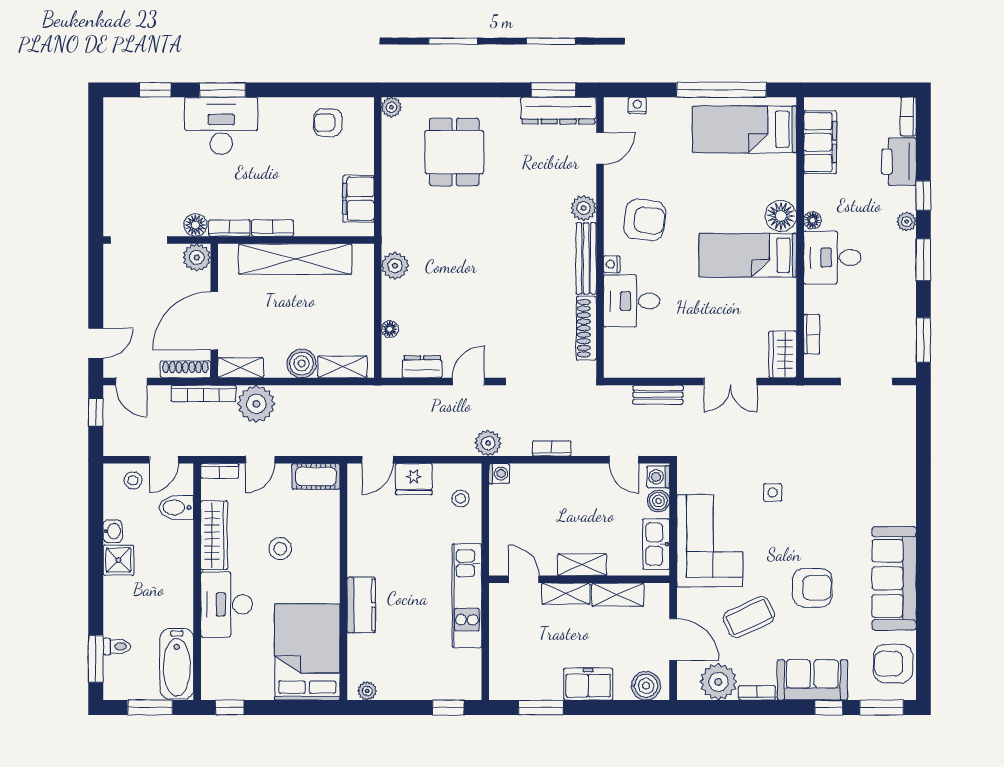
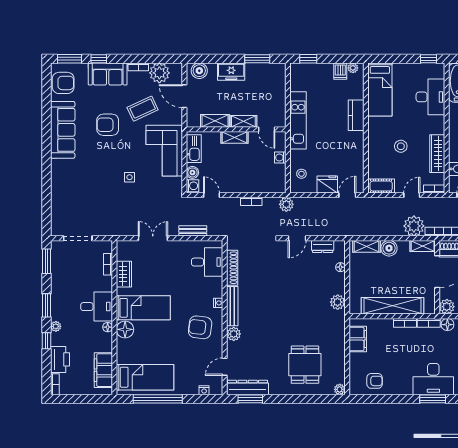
desk: (632, 301) -> (207, 262), moved
wardrobe: (783, 354) -> (124, 274), moved
washing machine: (499, 474) -> (280, 158), moved
desk: (226, 604) -> (430, 97), moved
bed: (307, 652) -> (380, 89), width x0.67
dishwasher: (390, 685) -> (340, 71), added

